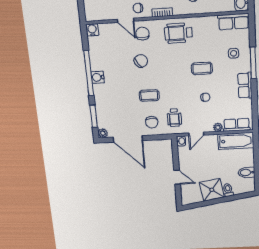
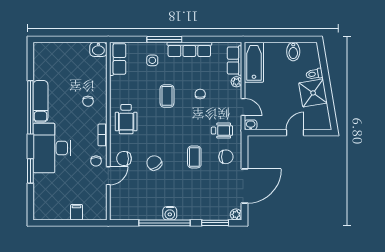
water cooler: (92, 30) -> (116, 214), removed
row of seats: (245, 85) -> (189, 49), width x1.48

